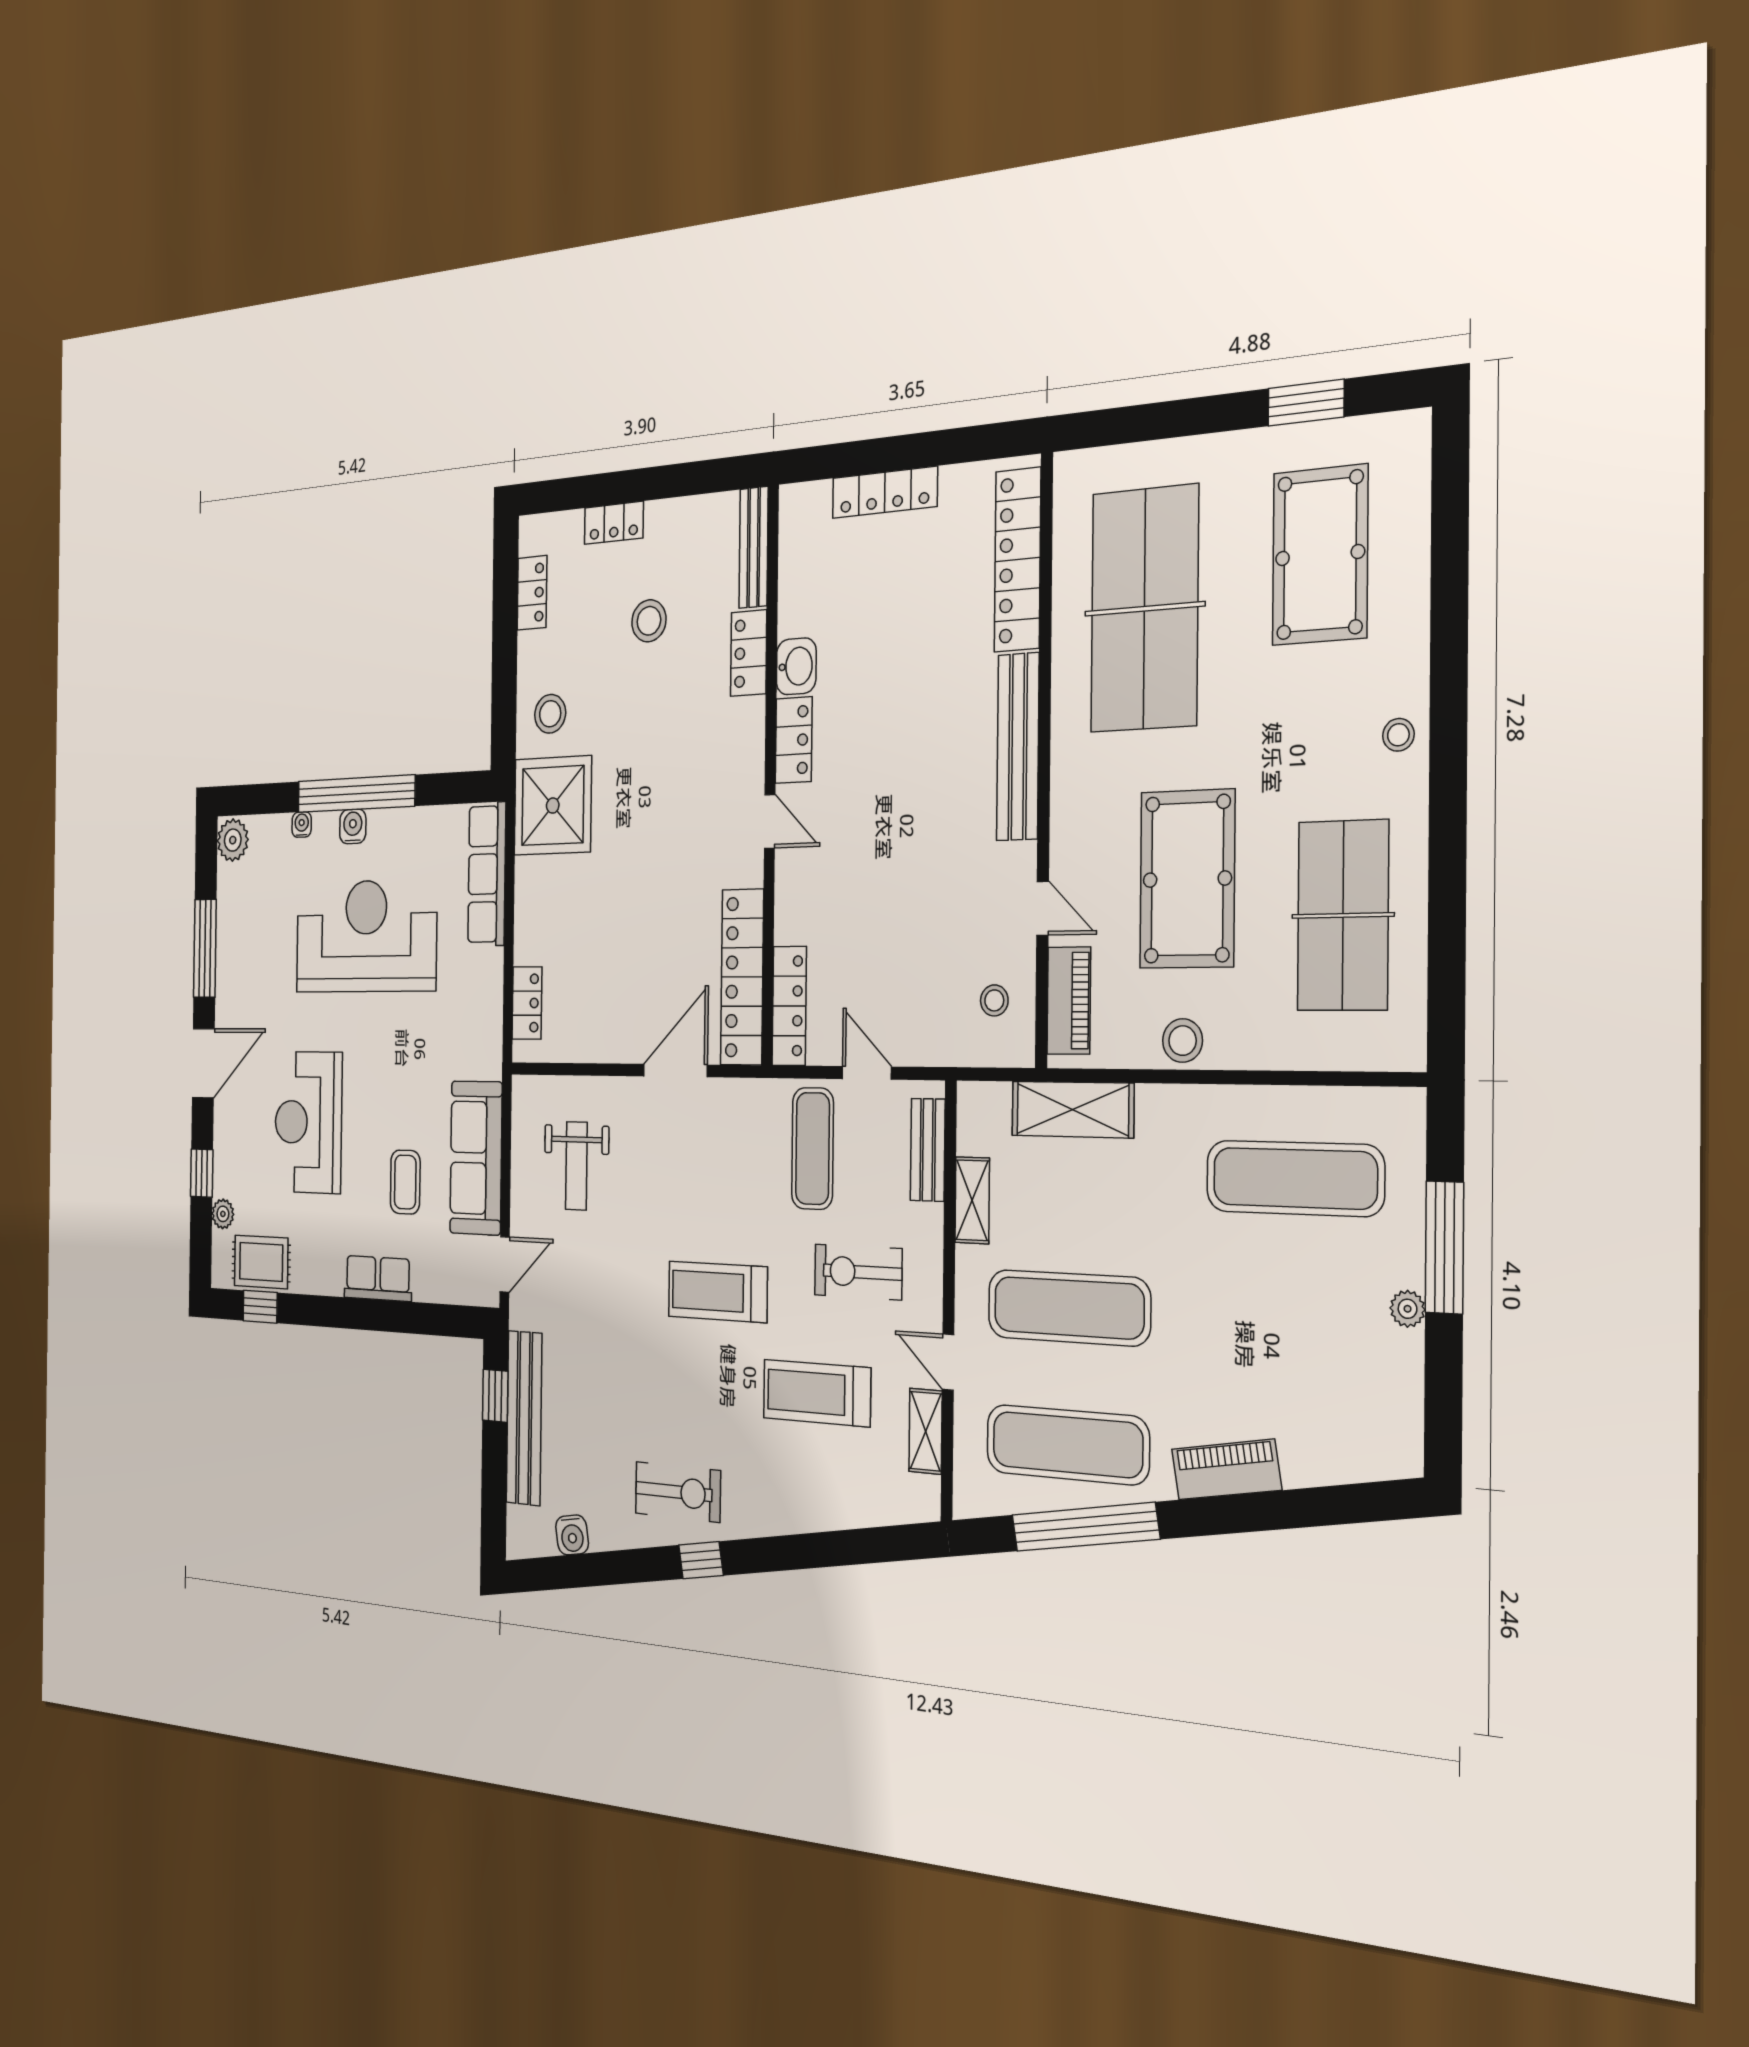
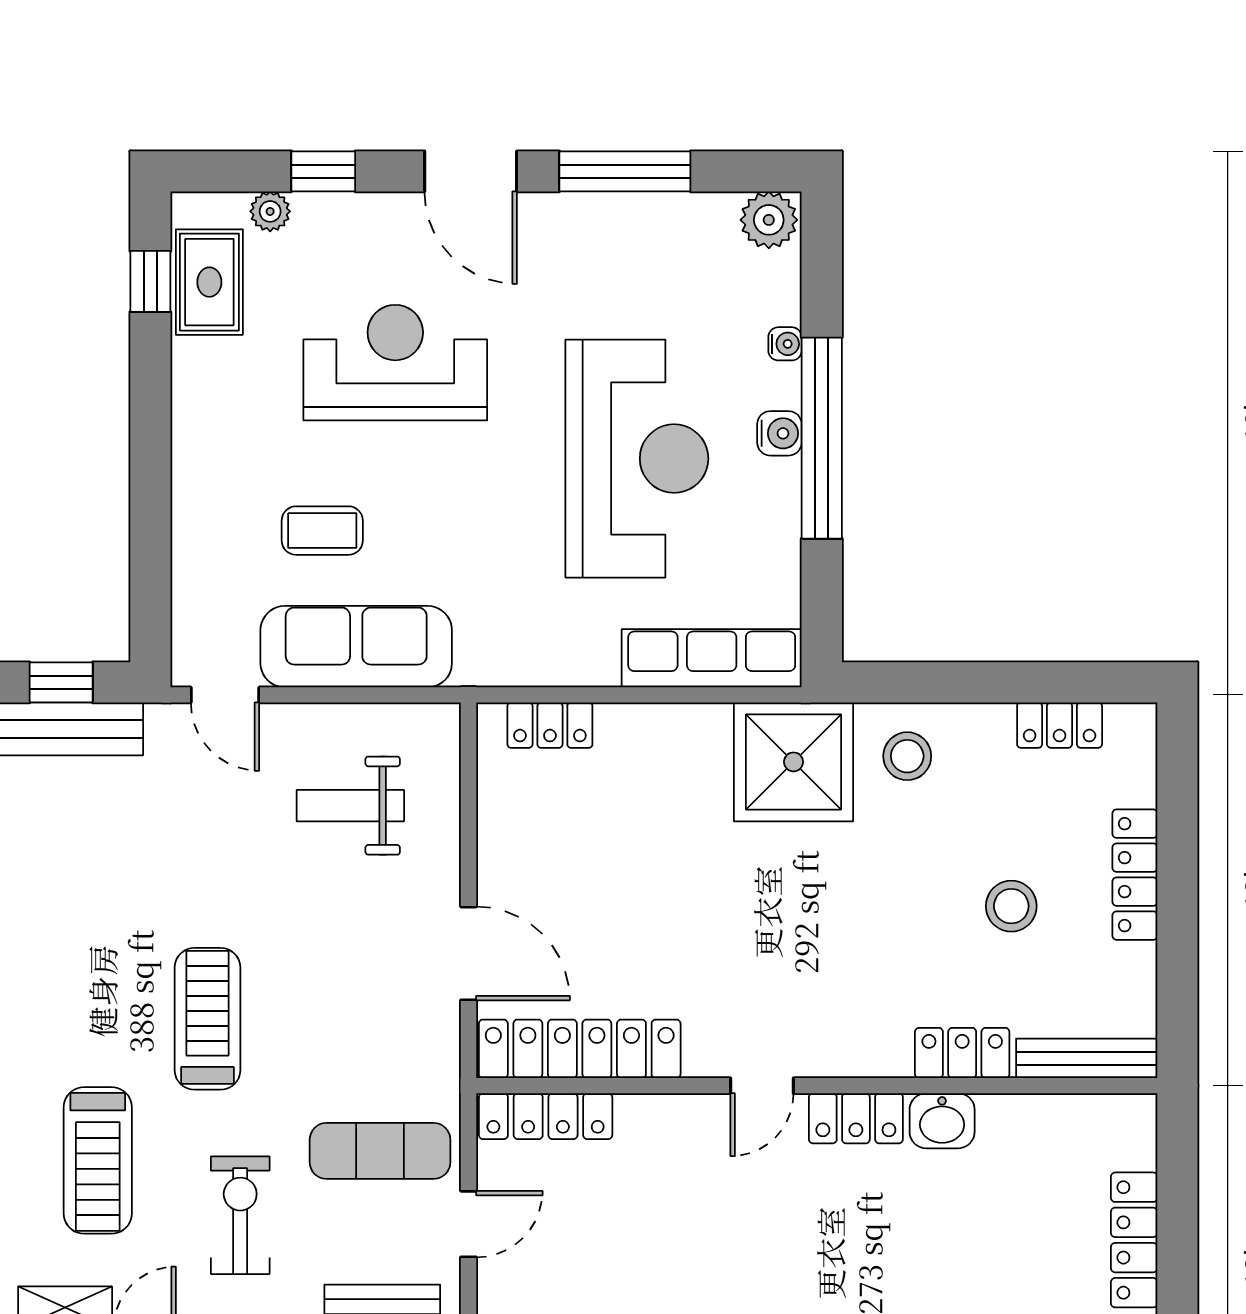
locker: (614, 523) -> (1135, 875), width x1.53
row of seats: (378, 1278) -> (198, 486), removed
treadmill: (817, 1393) -> (98, 1160), turned 180

